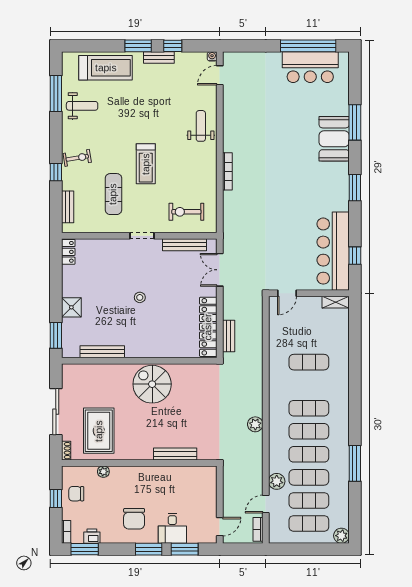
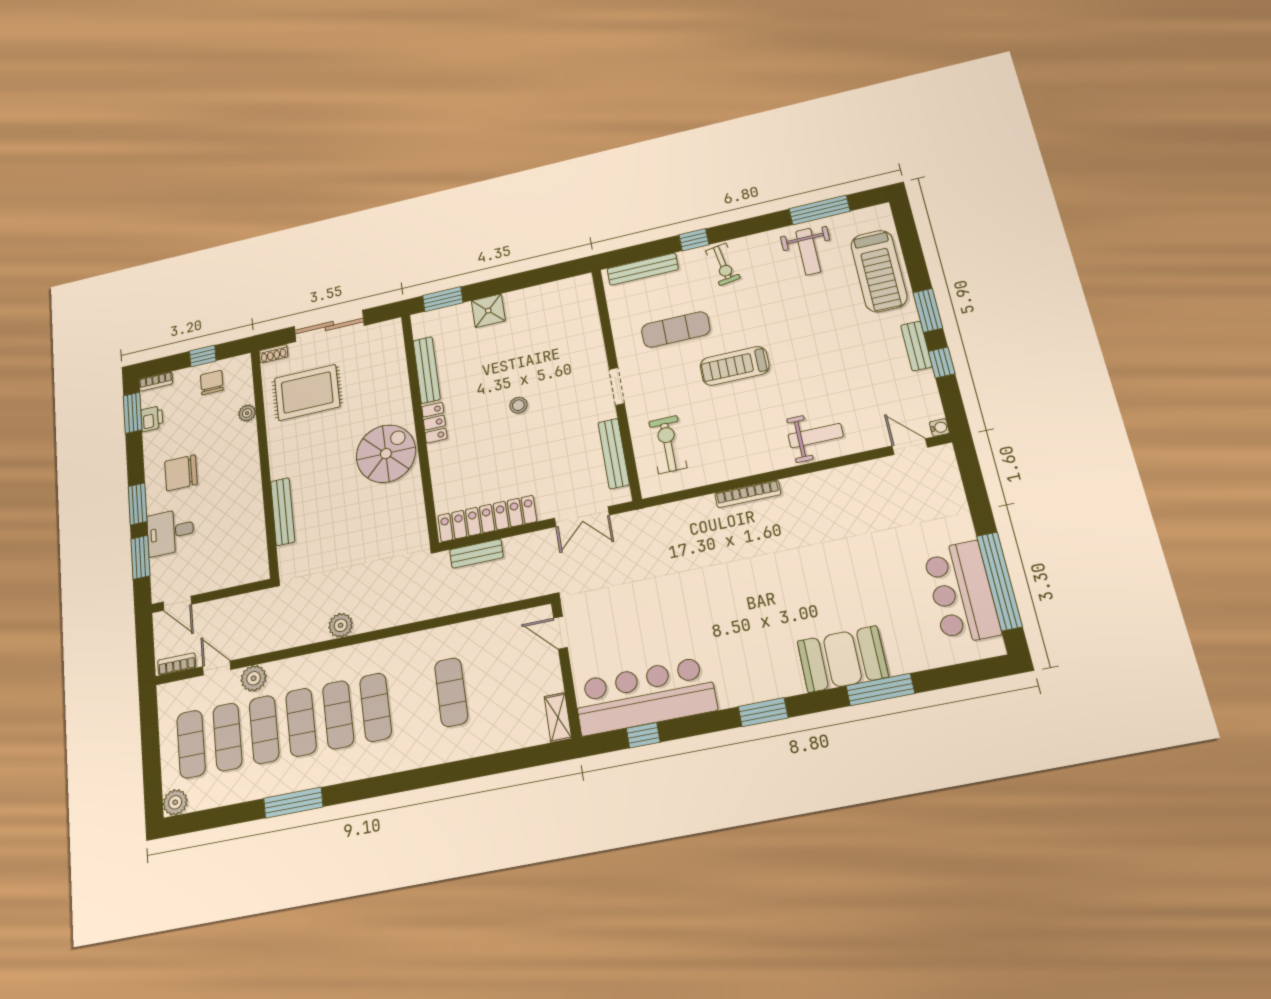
bench: (68, 207) -> (643, 269), width x1.36
locker: (68, 252) -> (434, 423), moved, turned -90
double door: (220, 270) -> (582, 517), swing flipped

